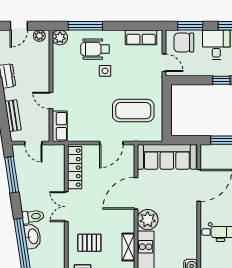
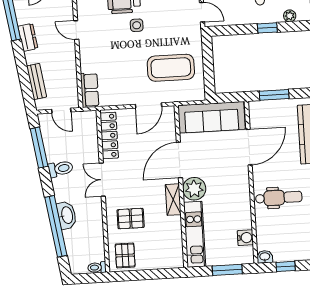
door: (51, 101) -> (76, 30), moved
toilet: (33, 217) -> (61, 169), moved
shelving: (128, 247) -> (173, 200), moved

